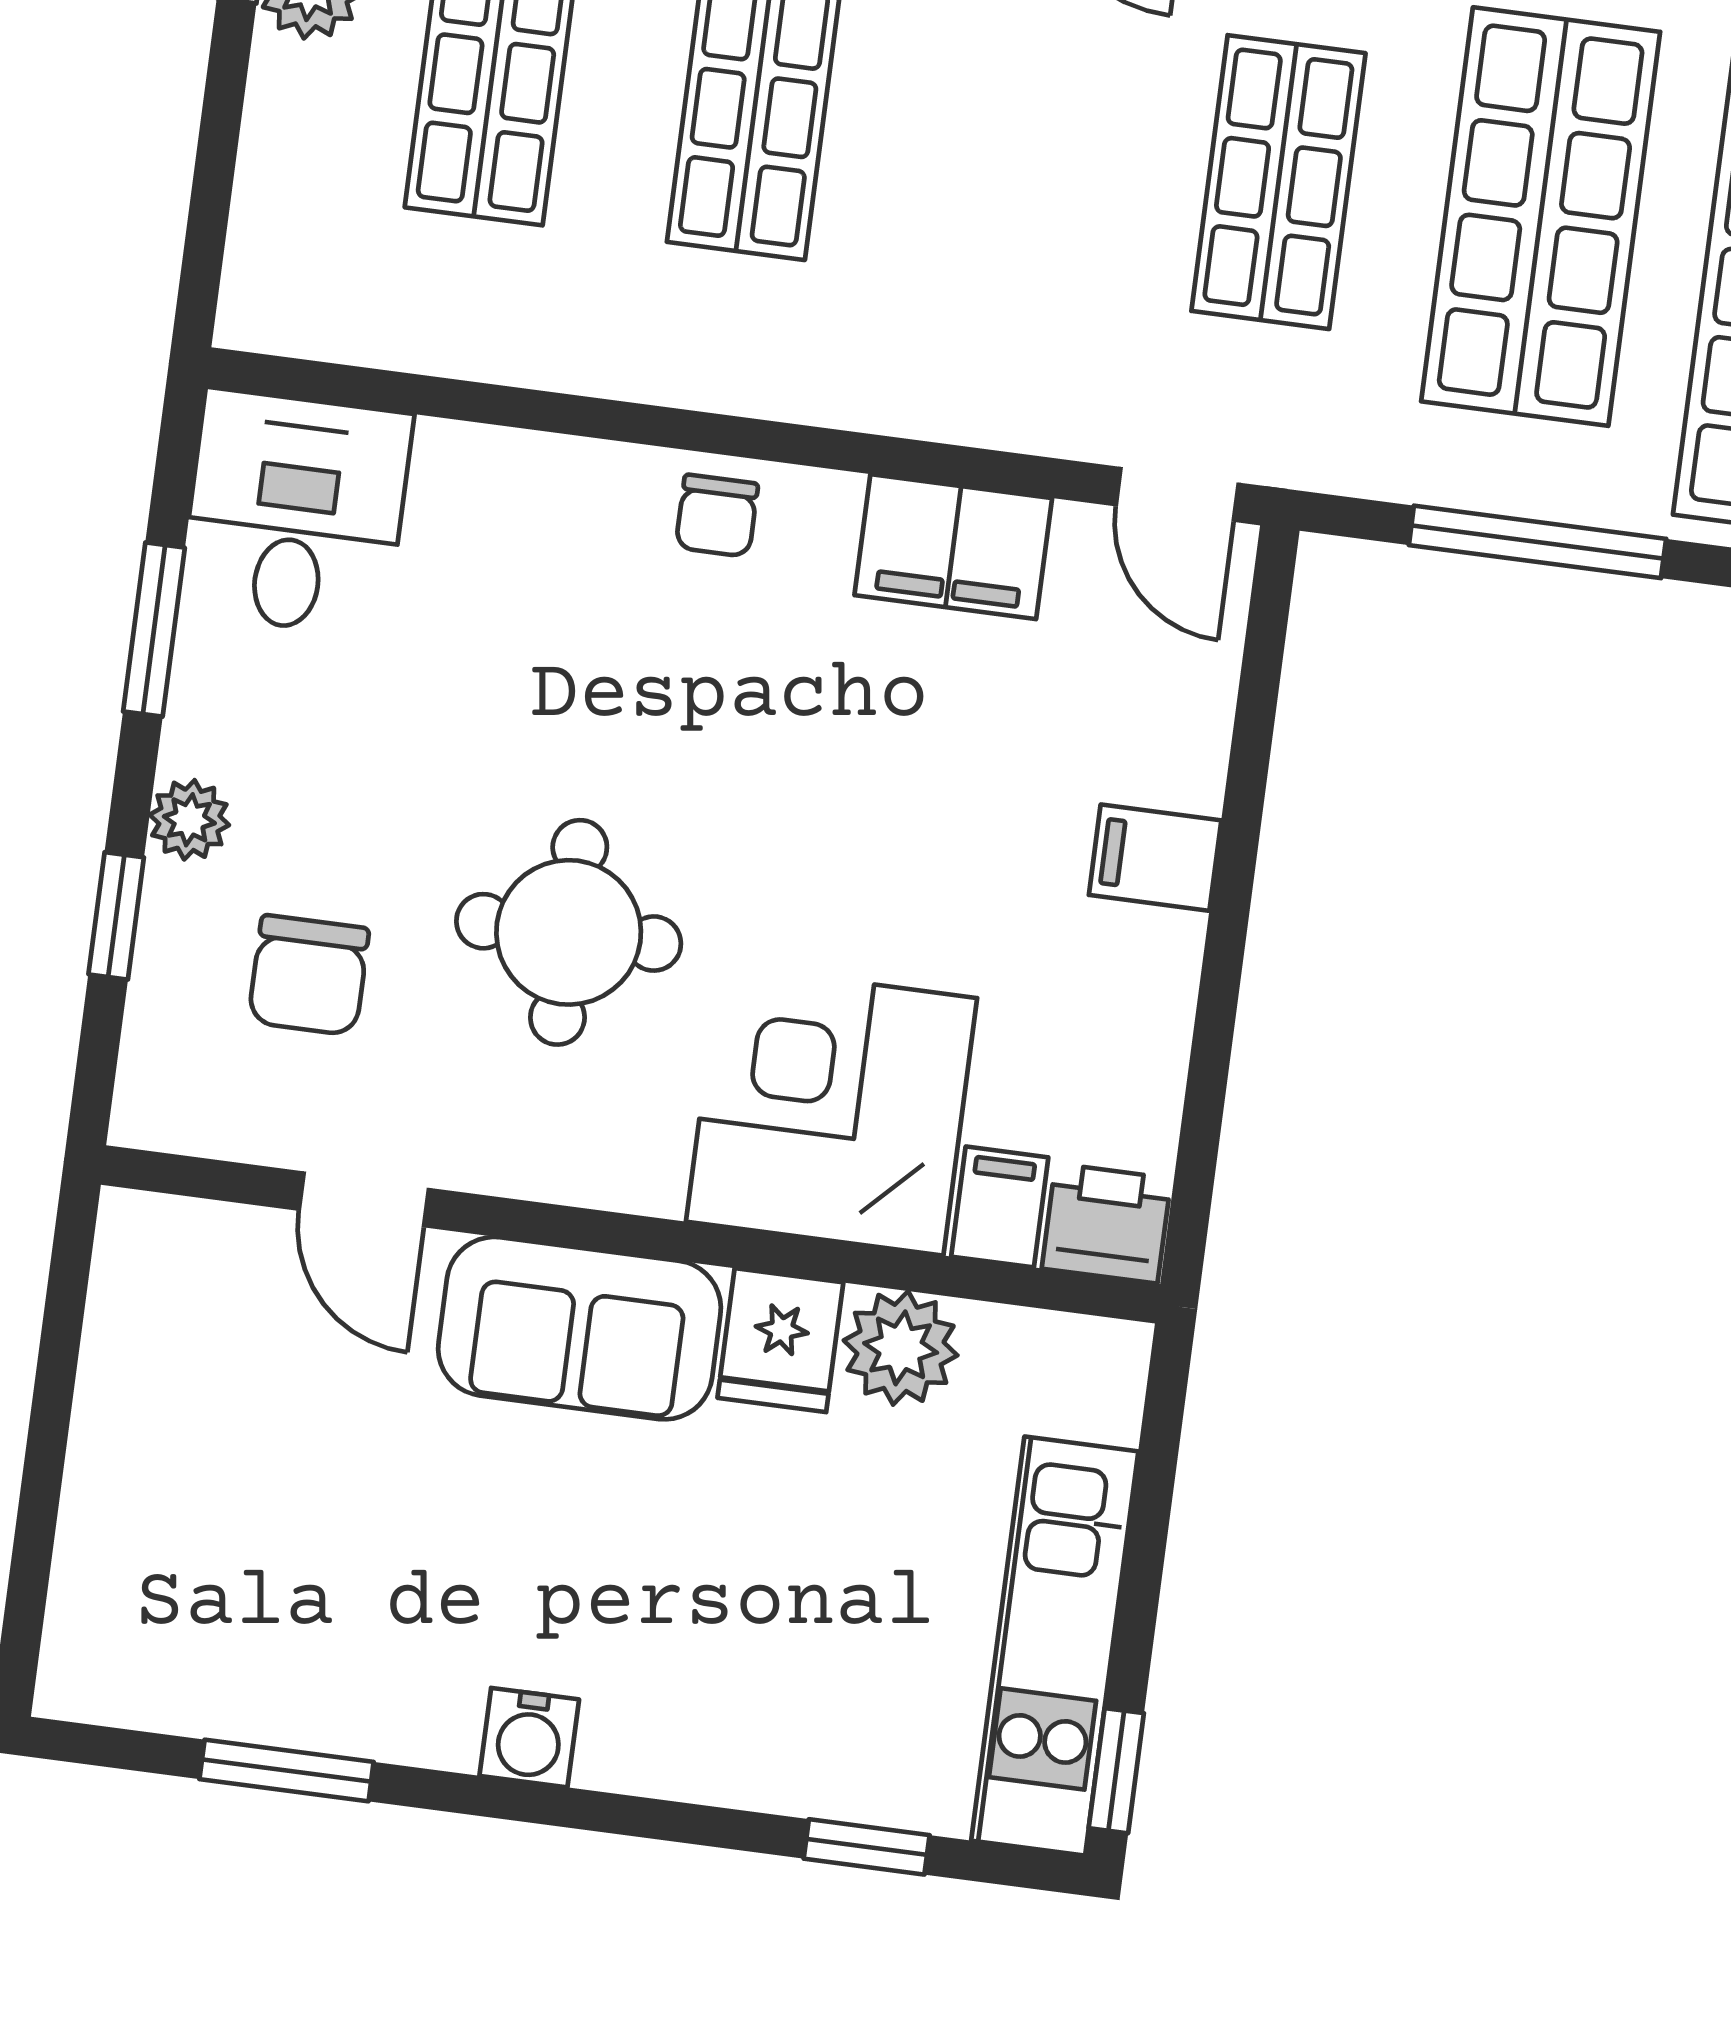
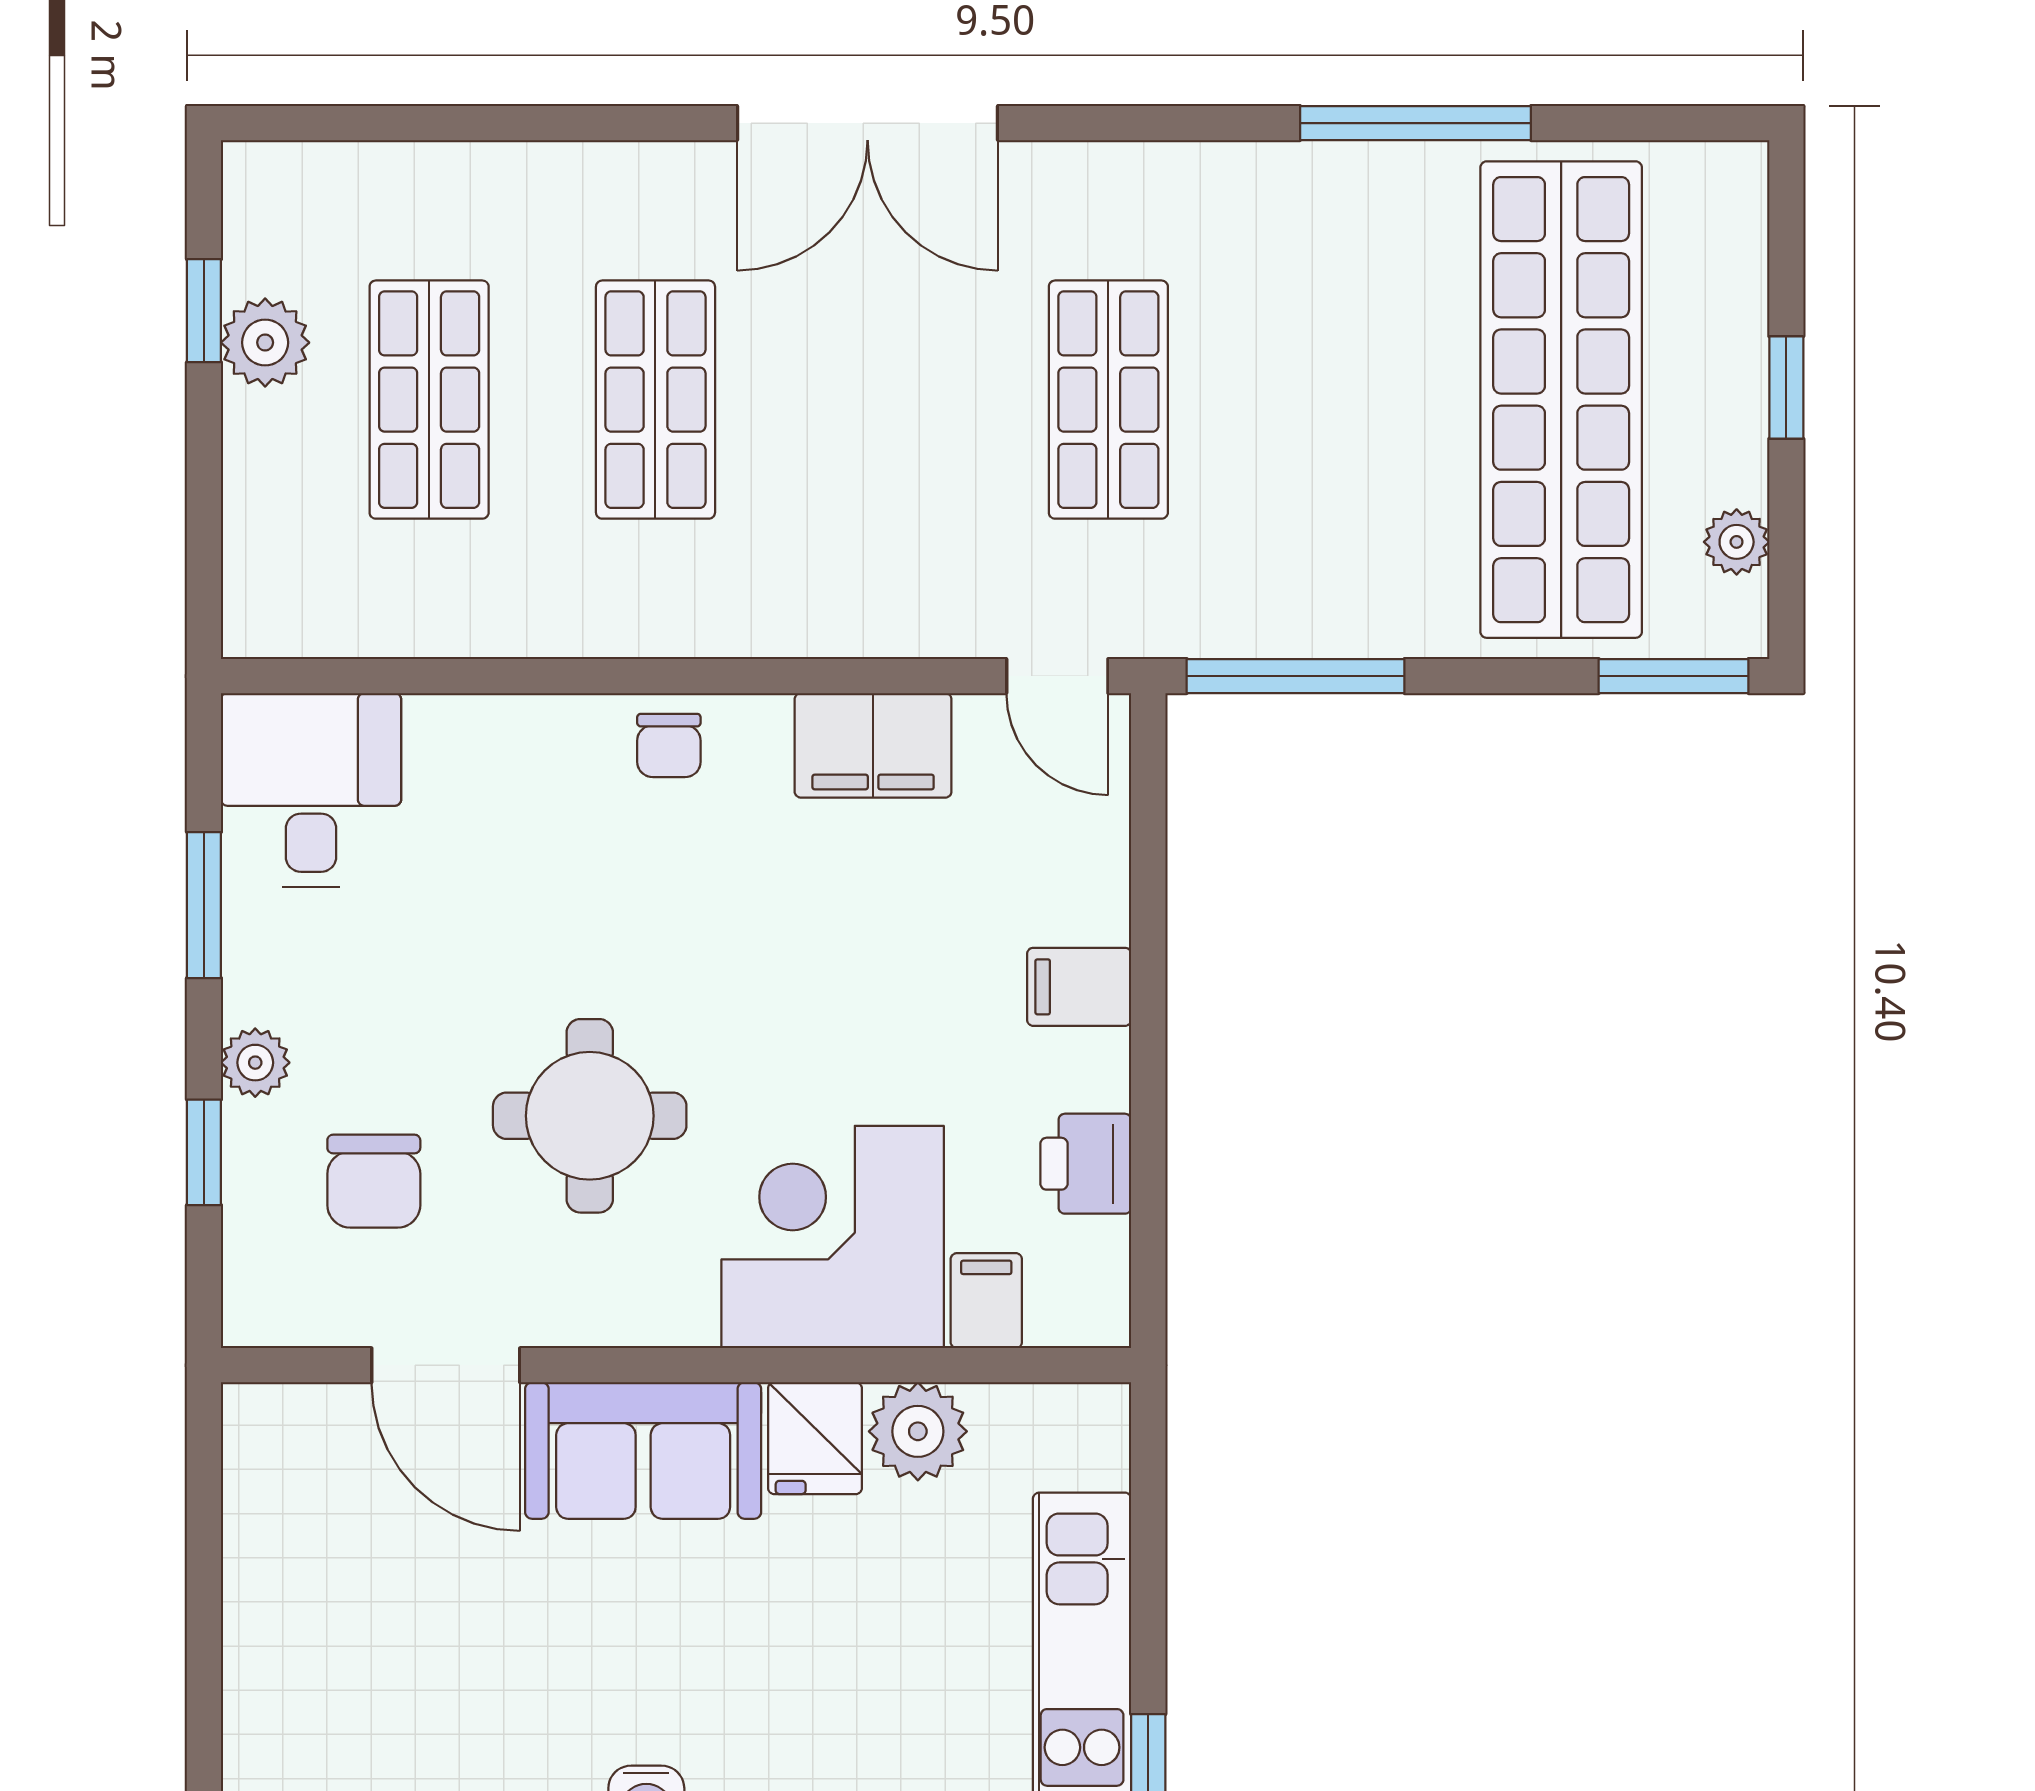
shop shelf: (1541, 217) -> (1335, 400), removed
window: (1537, 542) -> (1296, 676), moved
door: (364, 1199) -> (446, 1365), width x1.38
printer: (1106, 1223) -> (1086, 1164), moved, turned -90

